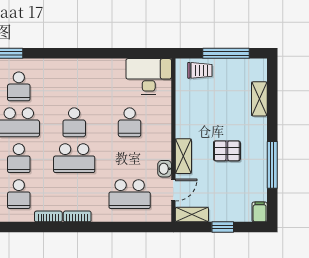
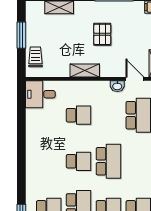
window: (226, 53) -> (21, 35), width x0.69
desk: (149, 76) -> (40, 94), width x0.73
shelving: (183, 156) -> (85, 71), moved

